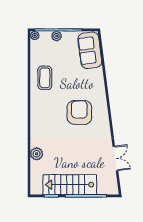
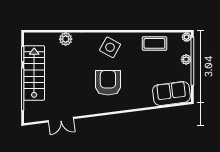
coffee table: (45, 78) -> (154, 43), moved
side table: (45, 110) -> (110, 47), added
armchair: (79, 112) -> (108, 83), turned -90

